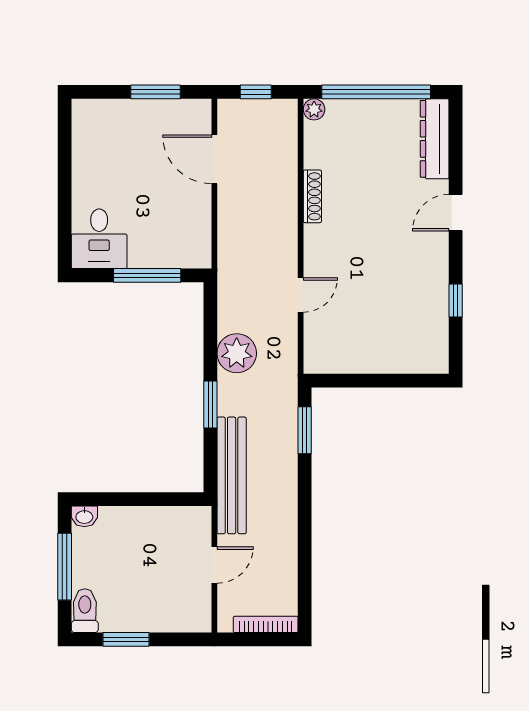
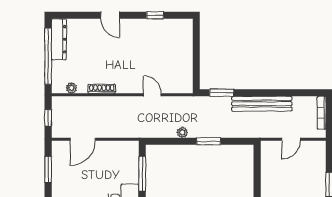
plant: (314, 109) -> (71, 88), moved
dresser: (435, 139) -> (59, 39), moved, turned -90
plant: (237, 353) -> (182, 132), width x0.53, depth x0.53
bench: (232, 475) -> (262, 104), moved
door: (214, 565) -> (291, 139), swing flipped

